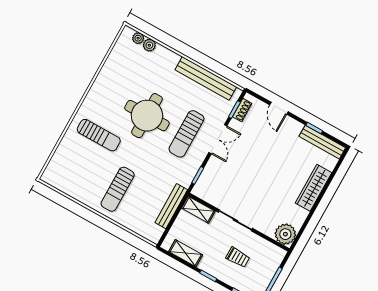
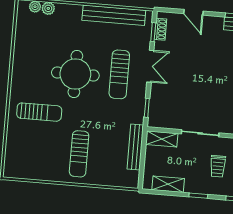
trolley: (238, 257) -> (218, 166), turned 90

